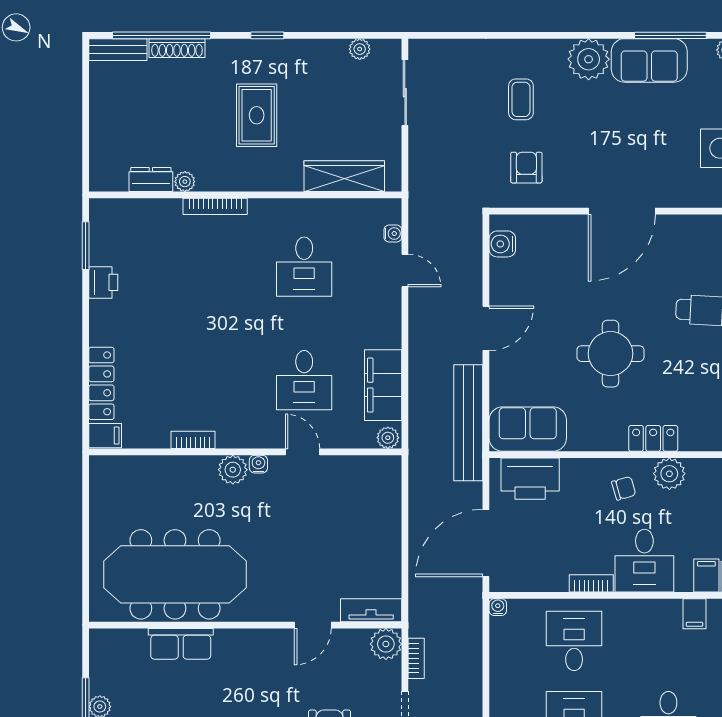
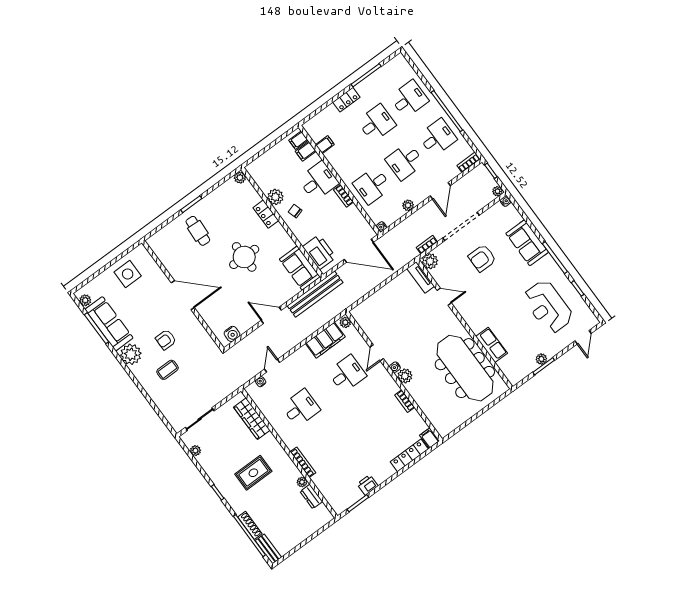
sofa: (649, 60) -> (109, 324), width x1.36
armchair: (526, 168) -> (166, 340), moved
plant: (500, 675) -> (408, 205), added

